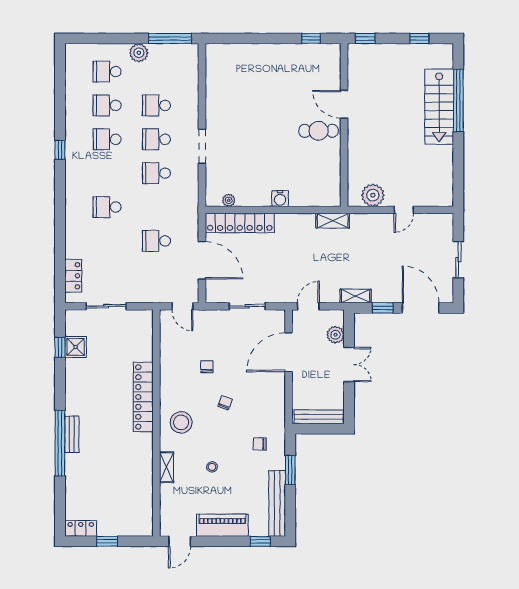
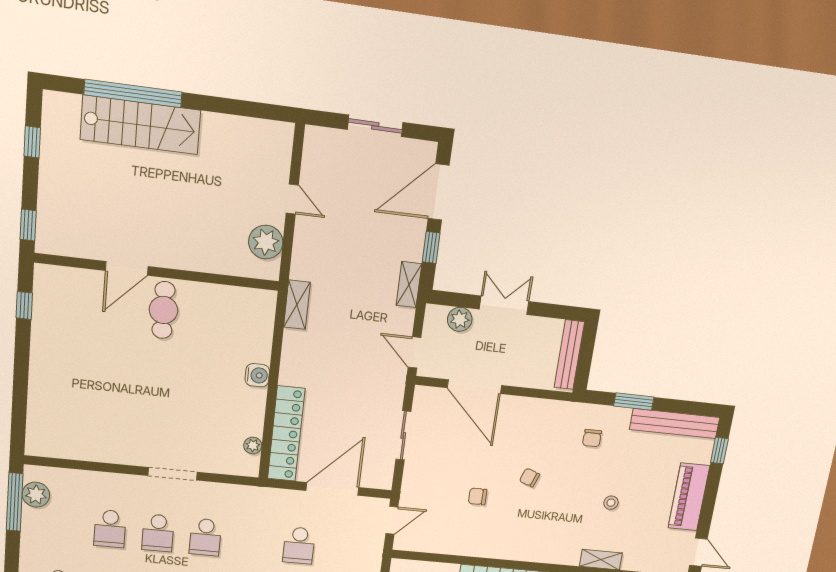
plant: (139, 53) -> (36, 495), moved
stool: (181, 422) -> (546, 536), removed

